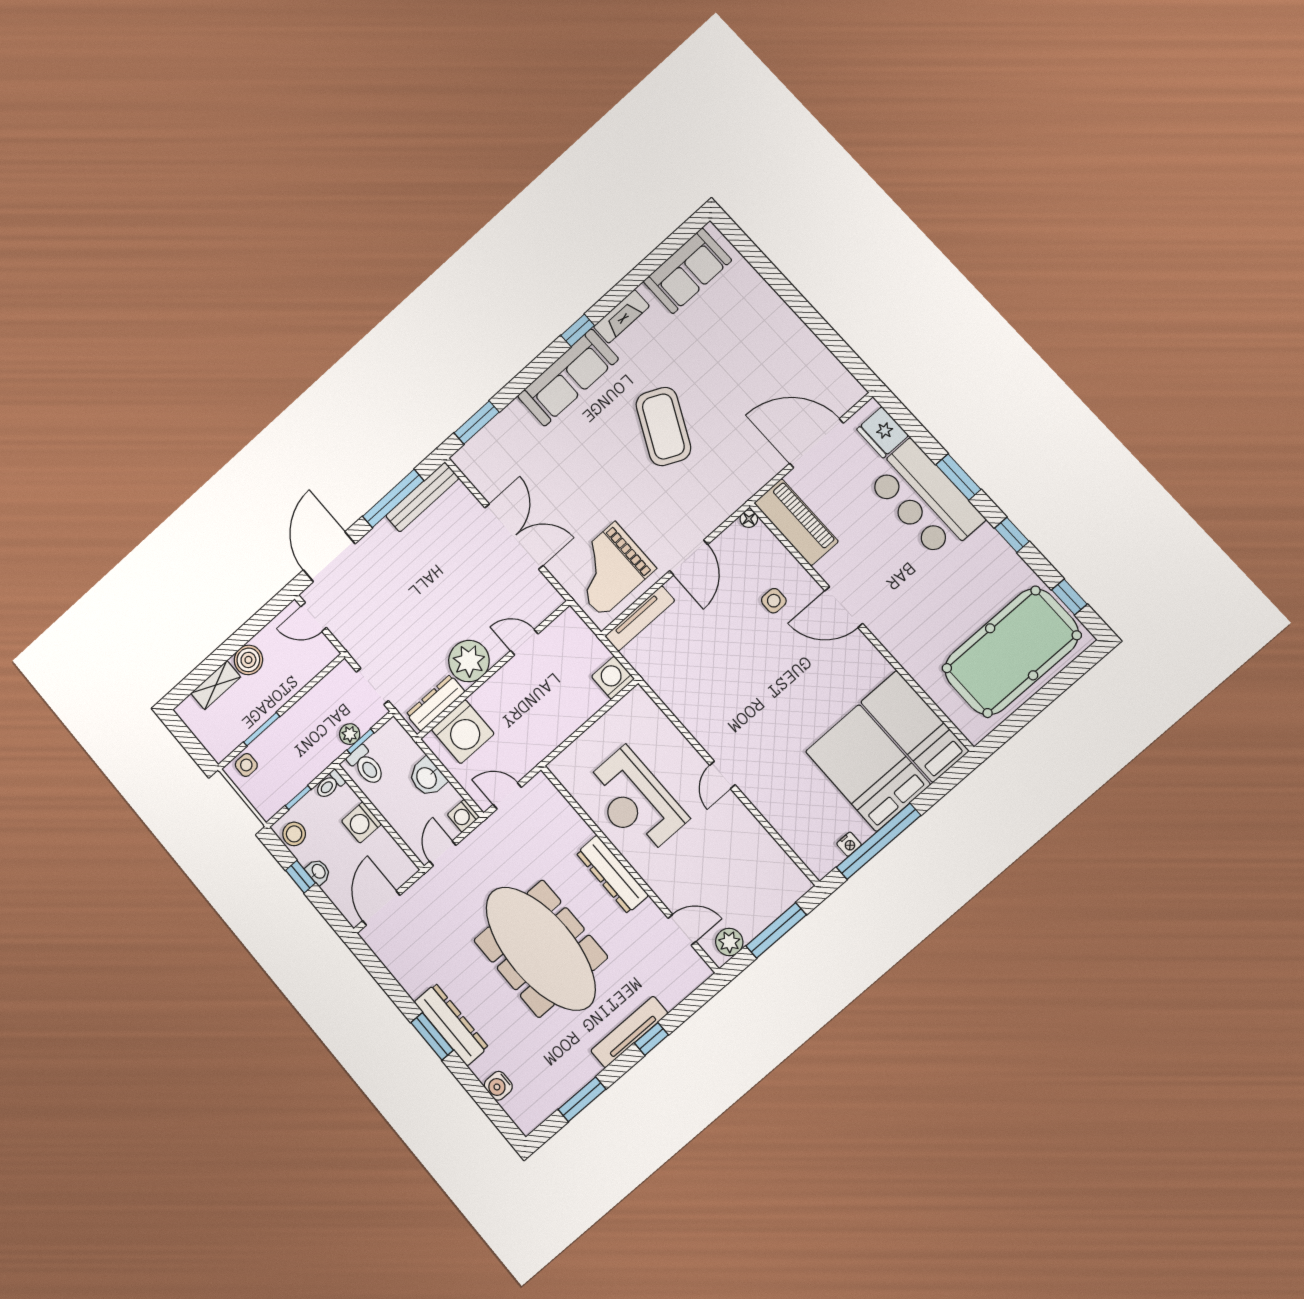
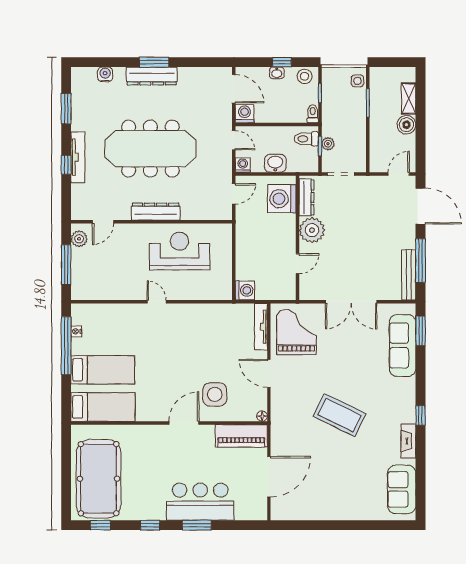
sofa: (568, 378) -> (403, 345), moved
fridge: (883, 432) -> (247, 510), removed
side table: (774, 601) -> (215, 394), width x1.87, depth x1.87
bed: (868, 768) -> (103, 370), width x0.67
washing machine: (361, 822) -> (245, 114), moved

